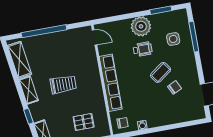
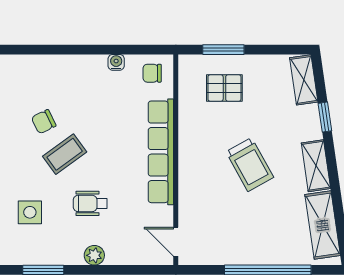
plant: (141, 26) -> (94, 255), width x0.53, depth x0.53
trolley: (63, 84) -> (250, 165), turned -119

